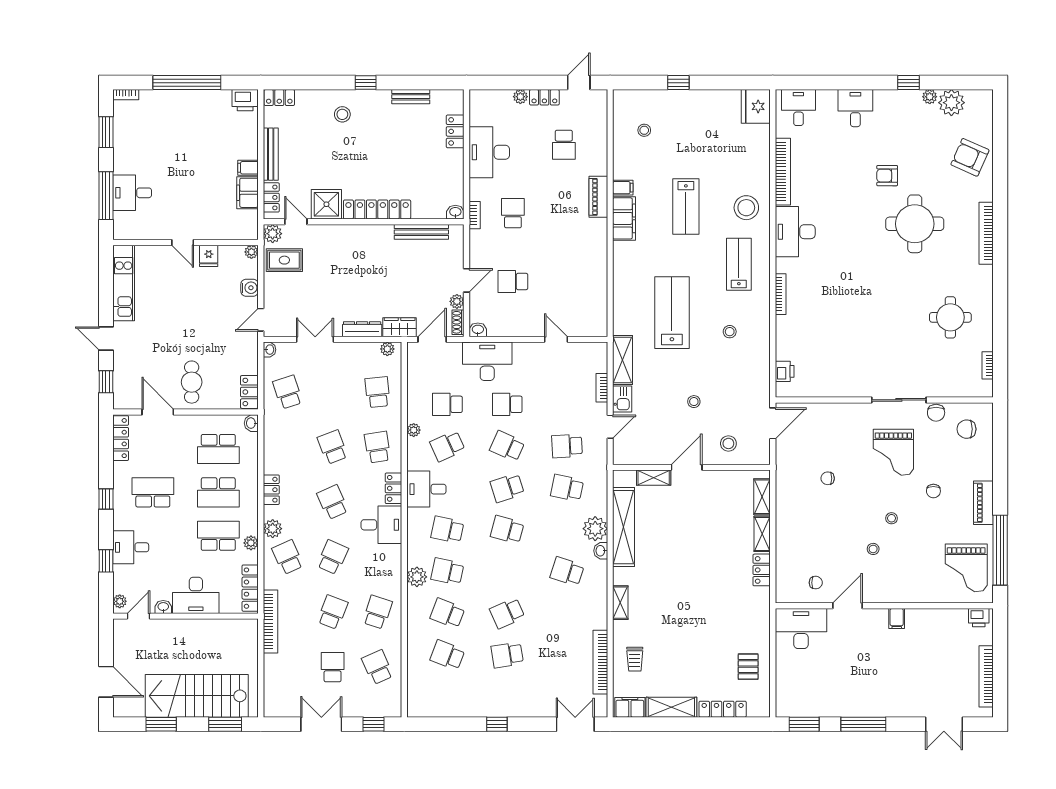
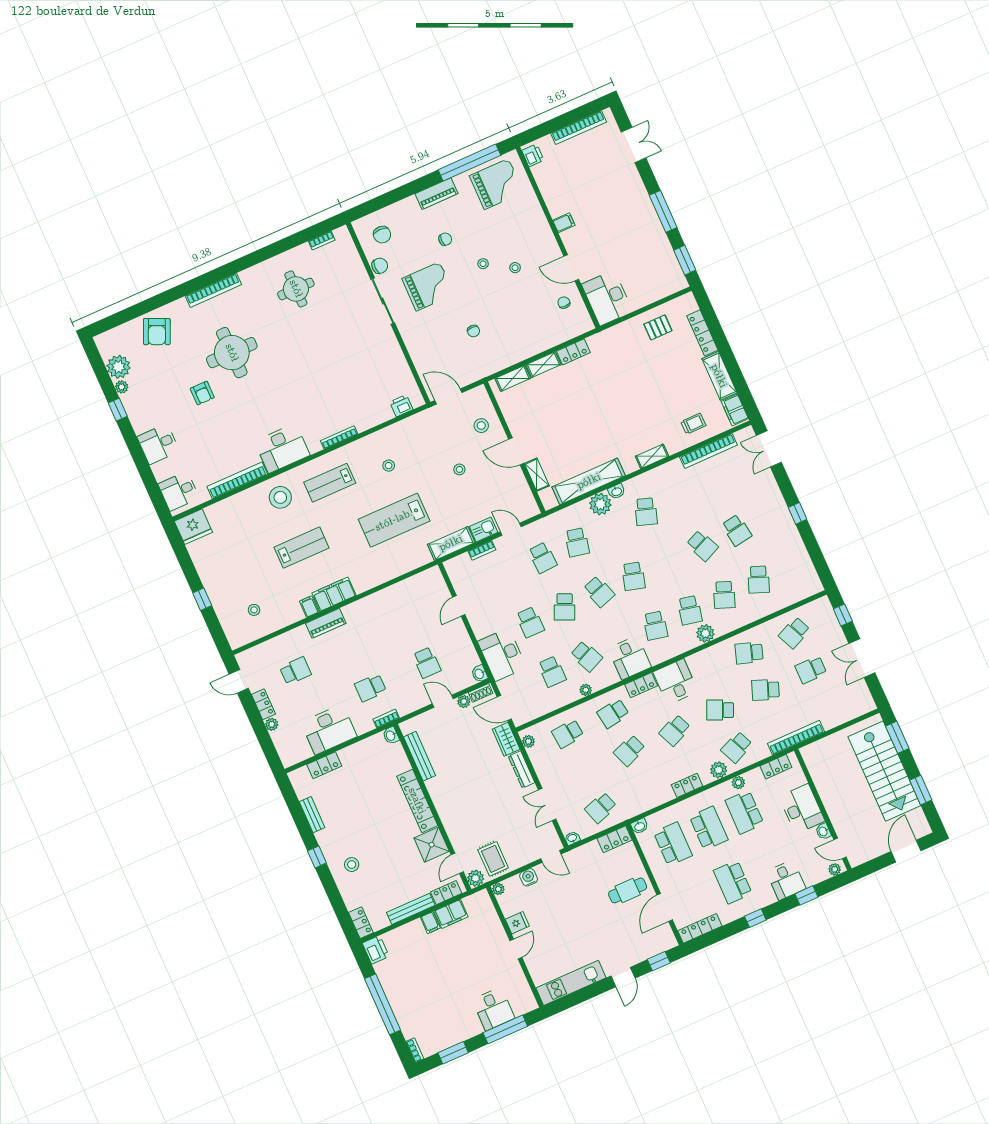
locker: (250, 588) -> (776, 767), width x0.66

